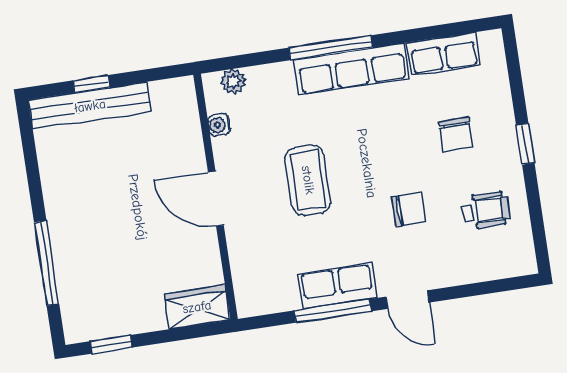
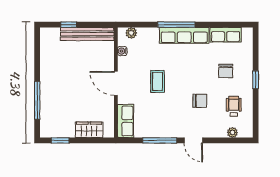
bench: (90, 106) -> (87, 34), moved
coffee table: (308, 180) -> (158, 81), width x0.73, depth x0.77
wheelchair: (486, 210) -> (234, 106), turned -90
plant: (491, 269) -> (232, 132), added
row of seats: (337, 286) -> (125, 121), moved, turned 90
wardrobe: (197, 307) -> (89, 130), moved

